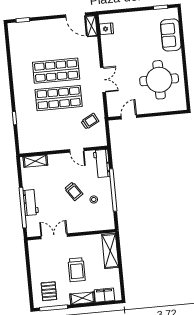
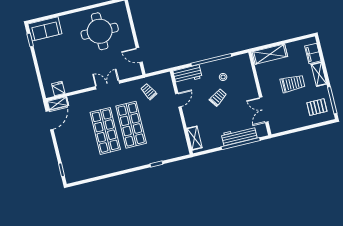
sofa: (171, 35) -> (45, 29), moved
workbench: (31, 202) -> (239, 136), width x1.38

